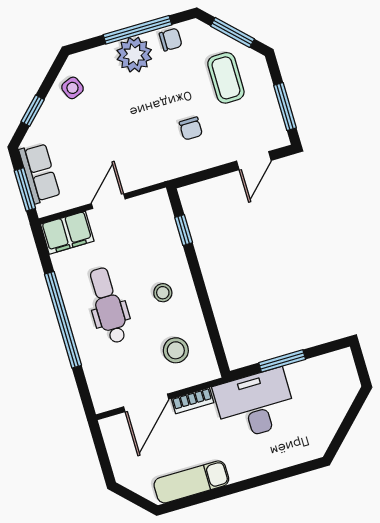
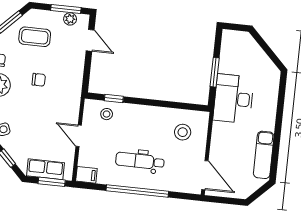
plant: (273, 119) -> (70, 19), added
chair: (191, 128) -> (39, 80), moved
filing cabinet: (67, 233) -> (86, 175), width x0.50
stool: (163, 293) -> (107, 114), moved
bookcase: (193, 401) -> (216, 134), removed
door: (146, 403) -> (205, 175), moved

